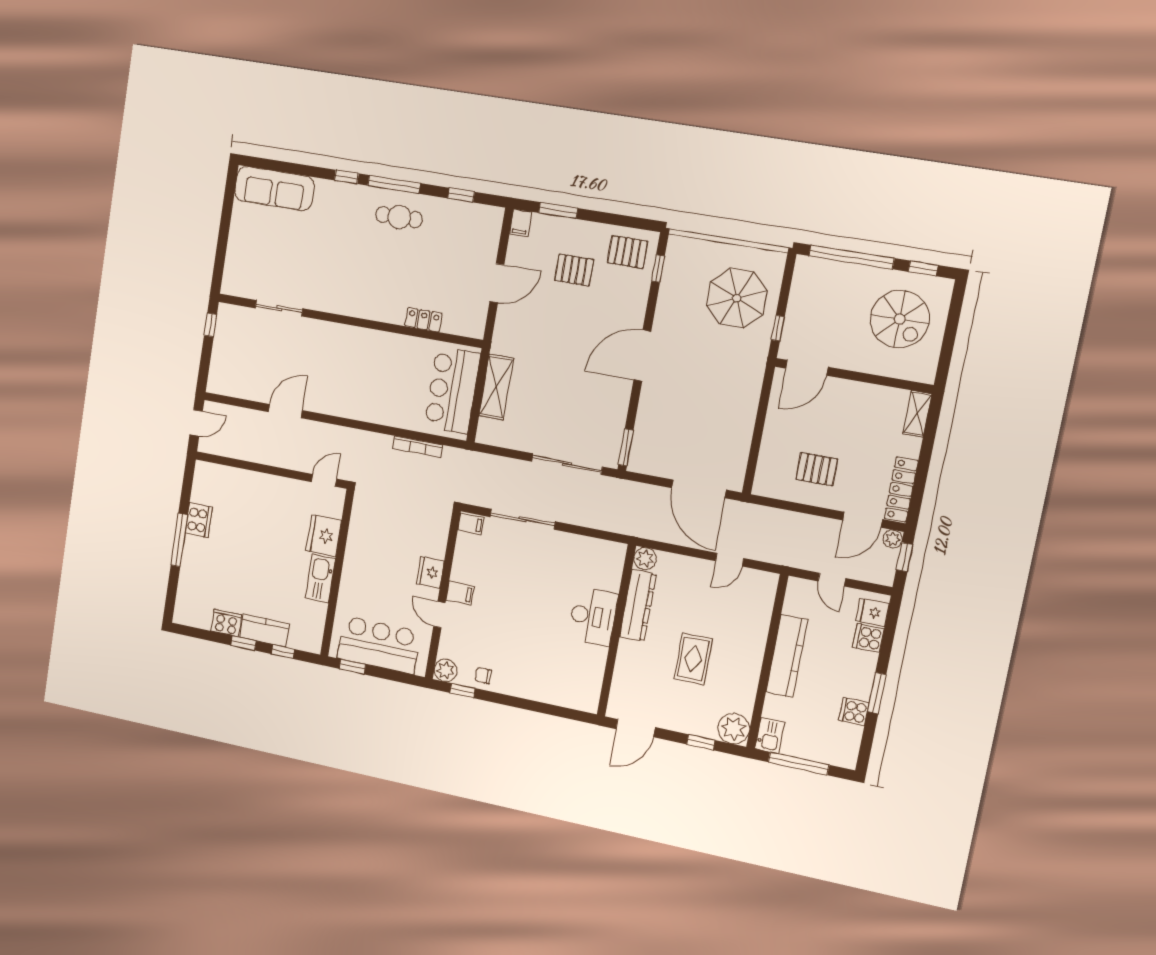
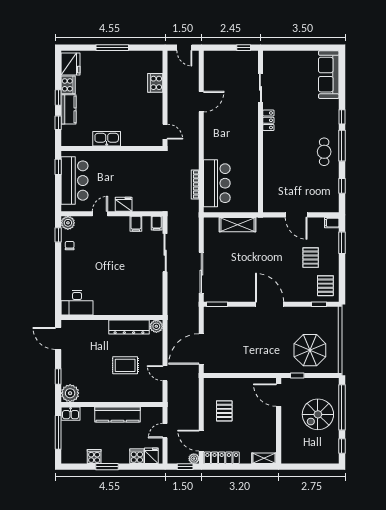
spiral stairs: (900, 319) -> (318, 414), moved
locker: (424, 320) -> (268, 120), moved
bar counter: (452, 390) -> (217, 183), moved, turned 90
door: (285, 411) -> (201, 102), hinge flipped
cooker: (199, 520) -> (155, 83), moved, turned 90
fridge: (324, 536) -> (71, 64), moved, turned 90
filing cabinet: (460, 593) -> (136, 224), moved
desk: (593, 616) -> (77, 303), moved
rug: (693, 659) -> (125, 365), moved

